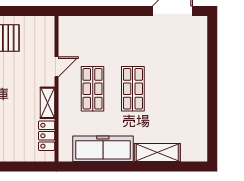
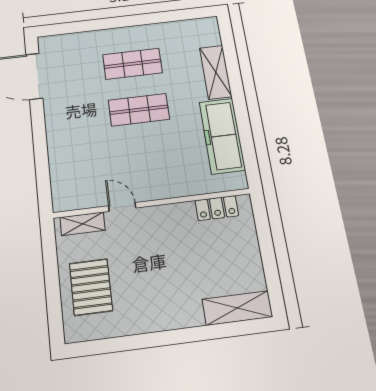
shop shelf: (93, 89) -> (133, 64), moved
shelving: (47, 103) -> (83, 224), moved

